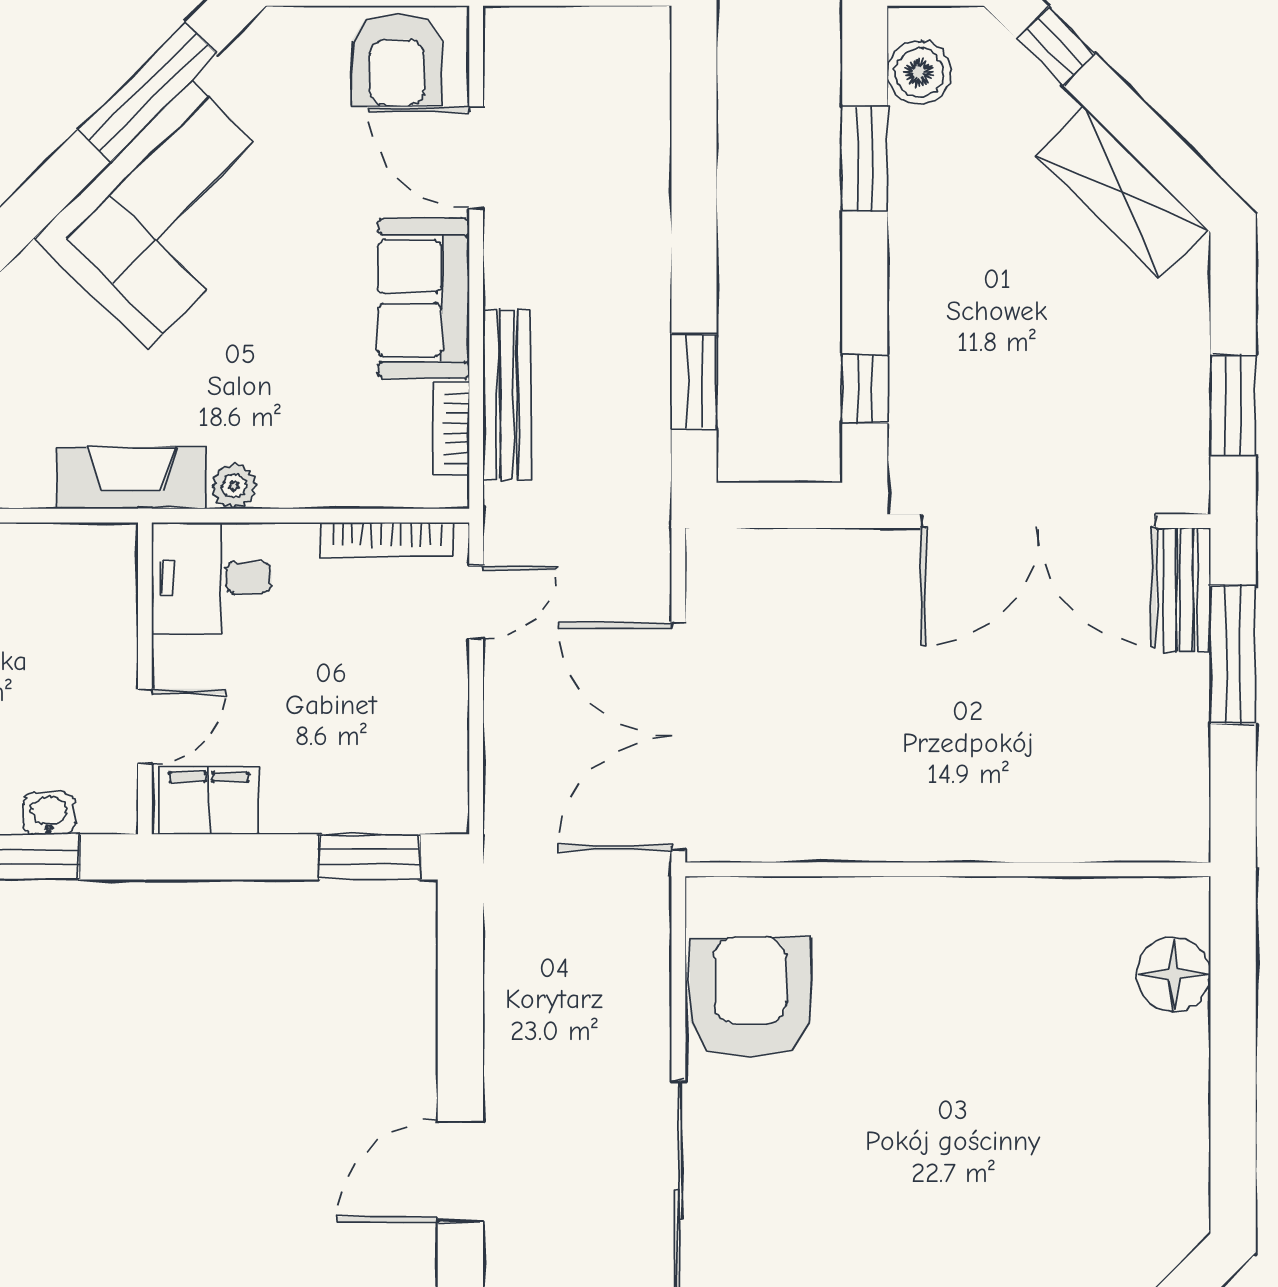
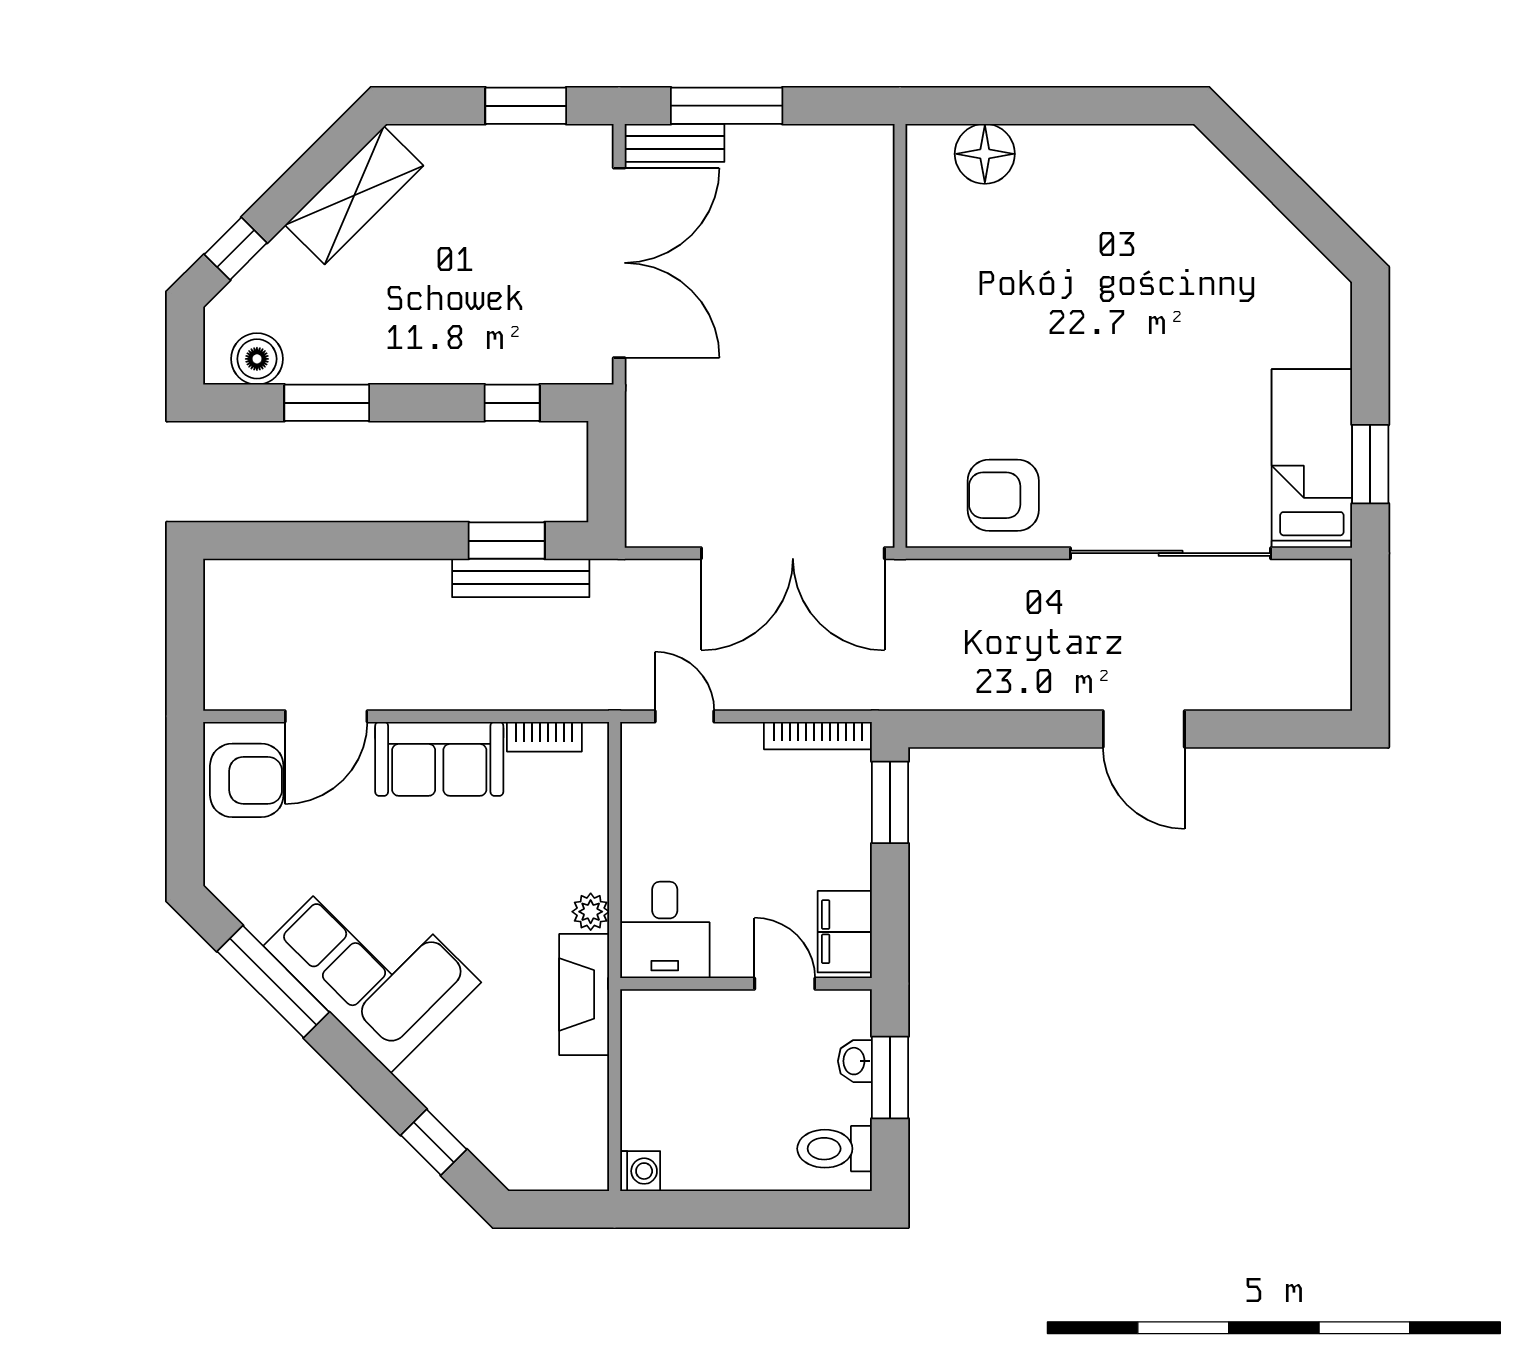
bench: (507, 394) -> (521, 578), moved
bookcase: (387, 539) -> (818, 736), moved, turned 90
armchair: (750, 997) -> (1003, 495), width x0.73, depth x0.73

